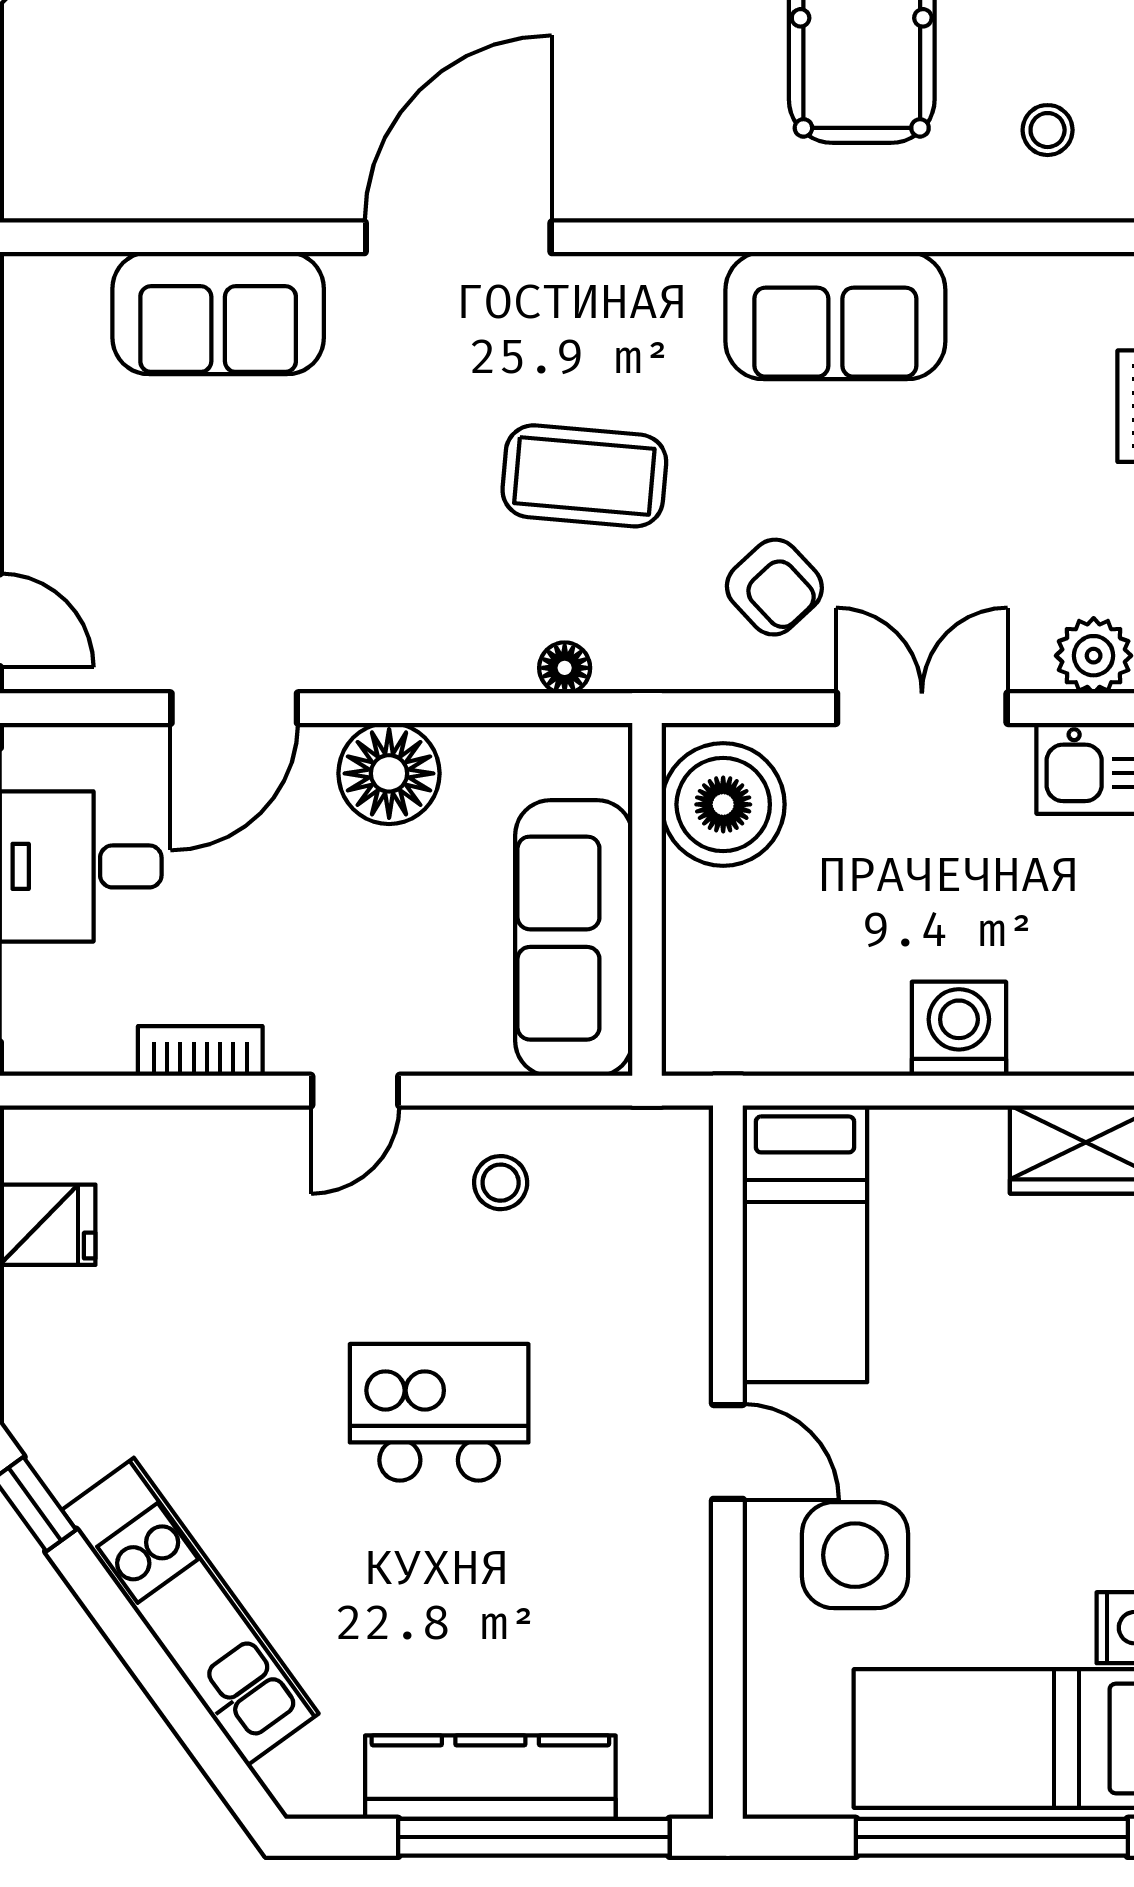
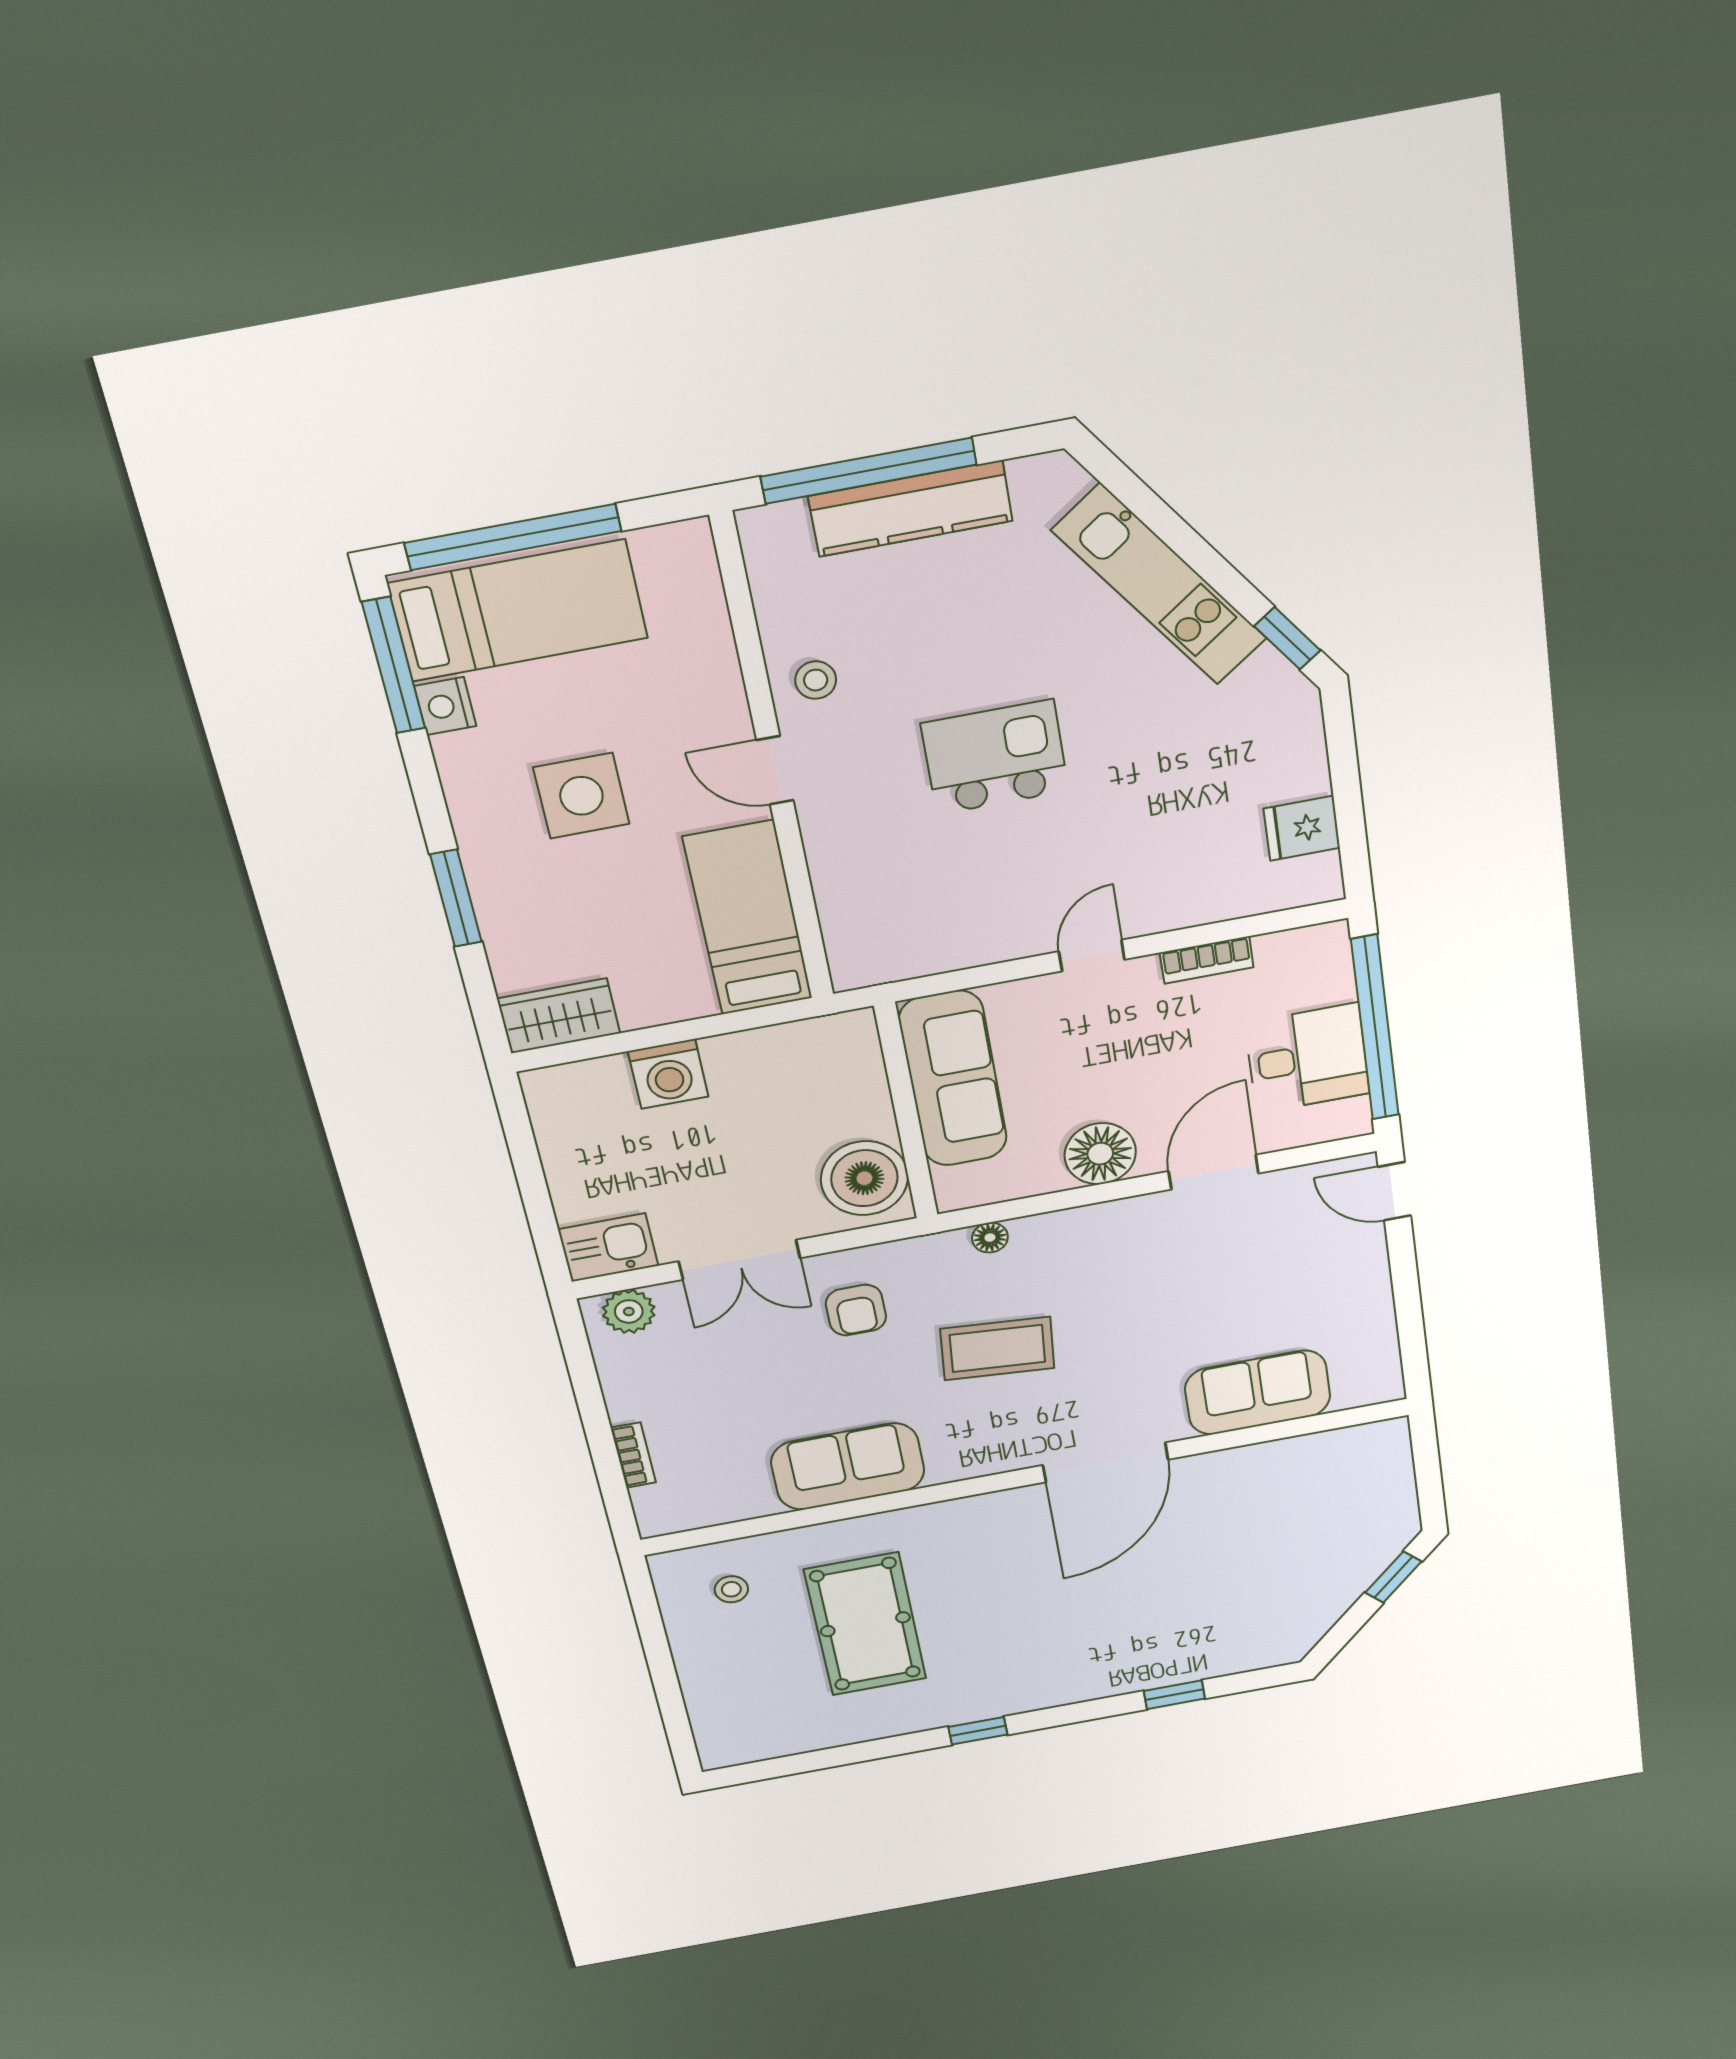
armchair: (774, 587) -> (856, 1310), turned -137
stool: (501, 1183) -> (816, 680), moved
kitchen island: (439, 1412) -> (995, 757), turned 180
side table: (855, 1555) -> (581, 796), moved

